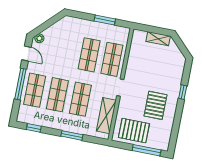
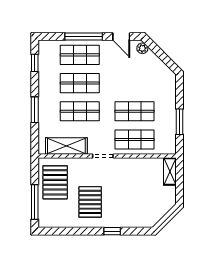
shelving: (158, 39) -> (170, 171), moved
door: (26, 54) -> (121, 37), hinge flipped
pallet: (155, 105) -> (90, 202), turned 90

